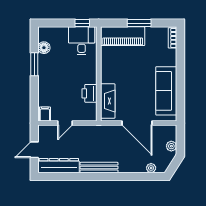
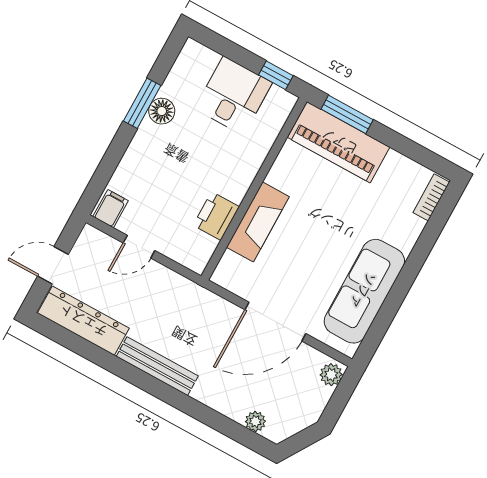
window: (139, 23) -> (347, 114), moved
desk: (82, 41) -> (233, 96), moved
floor lamp: (44, 48) -> (162, 111), moved
fireplace: (108, 101) -> (258, 222), moved
door: (137, 123) -> (275, 322), hinge flipped
plant: (171, 146) -> (331, 375), moved

